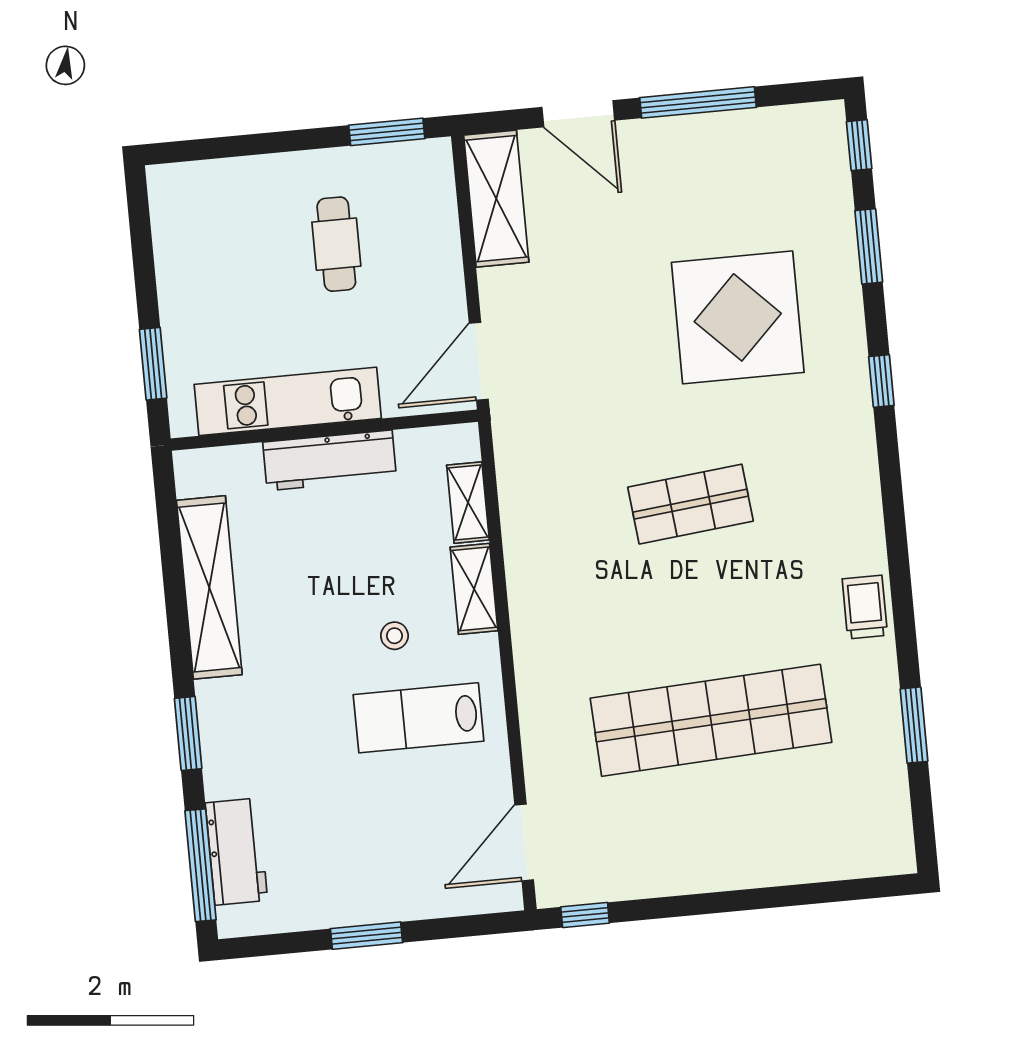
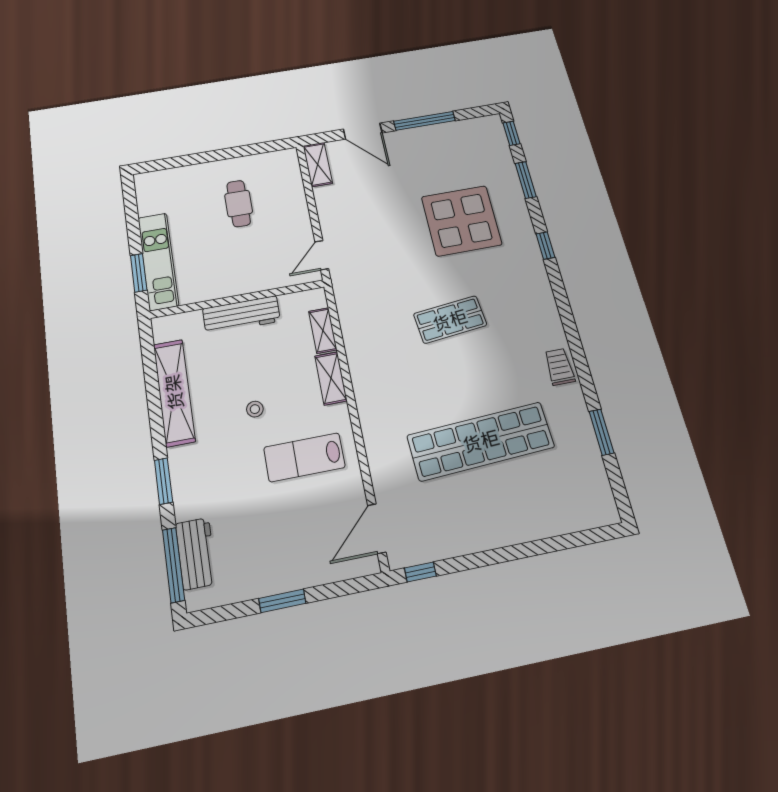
window: (387, 132) -> (262, 148), removed
shelving: (496, 199) -> (318, 164), width x0.67, depth x0.75
door: (479, 361) -> (322, 255), width x0.73
kitchen unit: (288, 401) -> (158, 261), moved, turned 90
stool: (394, 636) -> (255, 409), moved

